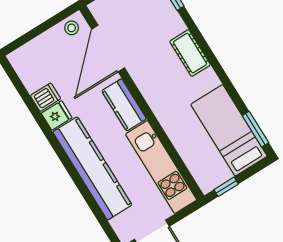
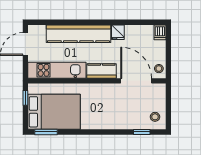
cot: (190, 53) -> (107, 122), removed
dishwasher: (45, 97) -> (160, 32), moved
bed: (229, 130) -> (54, 112), width x1.50

